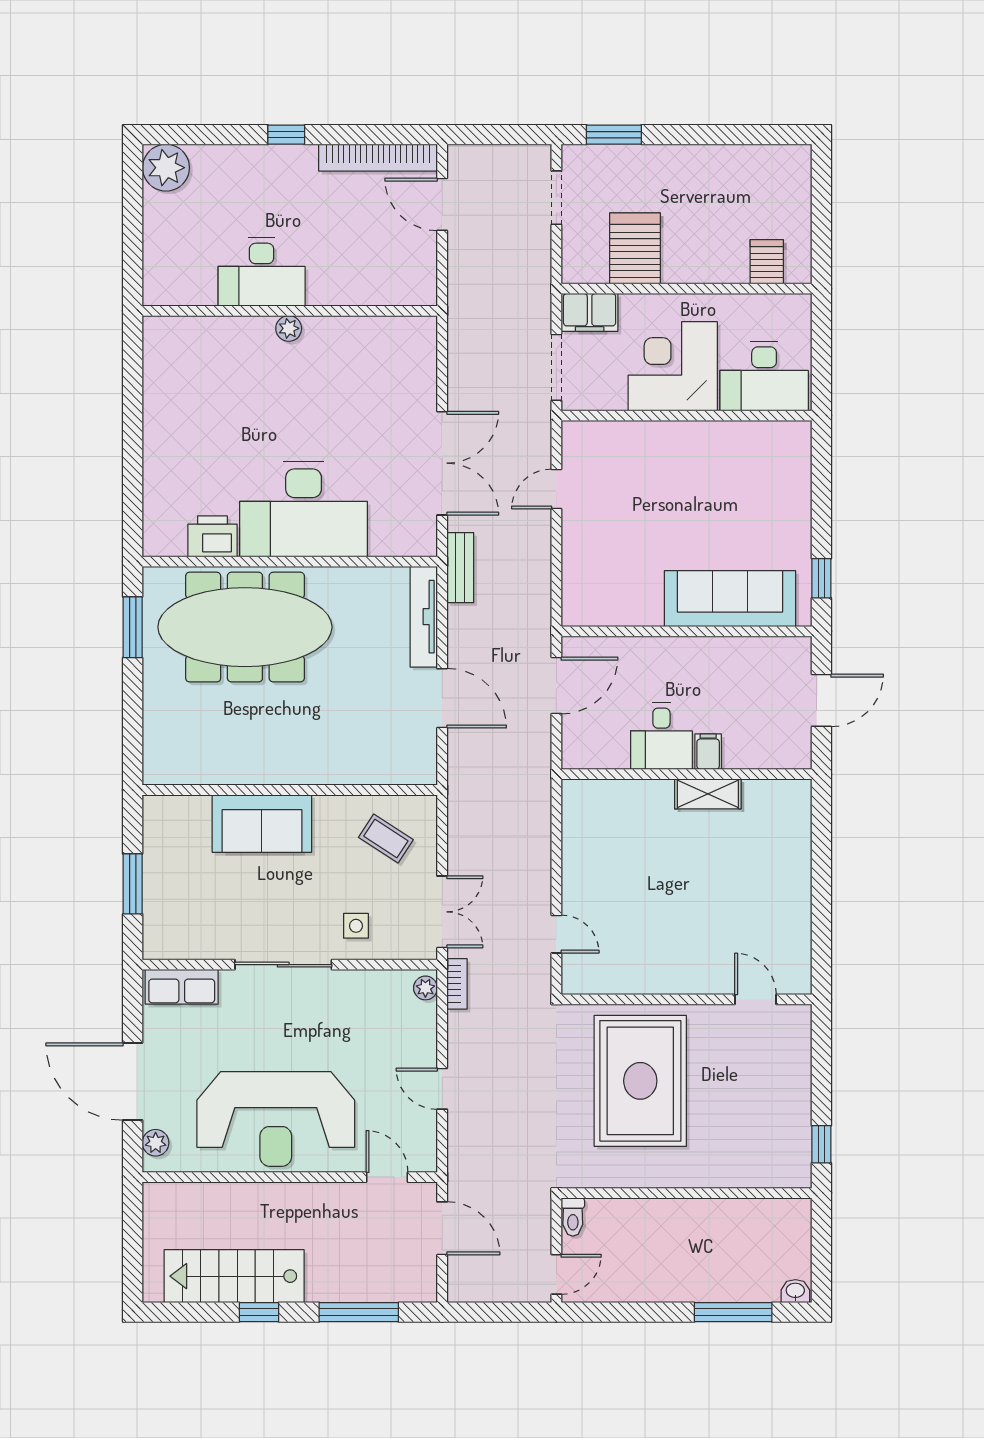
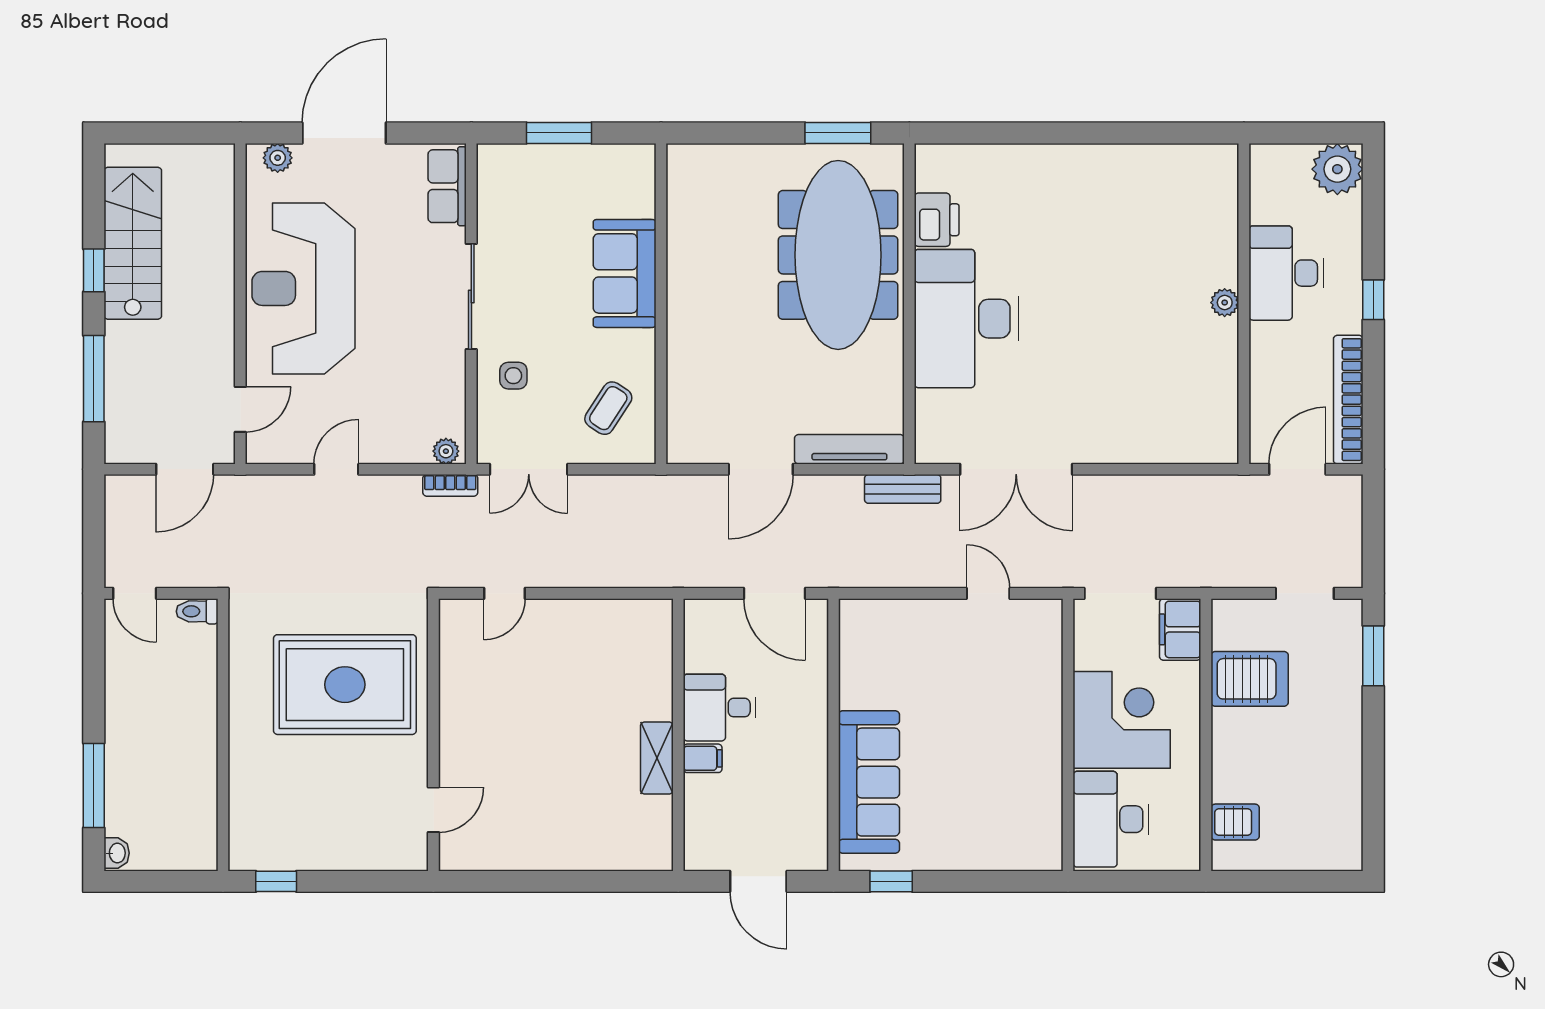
desk: (262, 272) -> (1286, 273), moved
wall: (290, 311) -> (1244, 304), moved
plant: (289, 328) -> (1225, 303), moved

